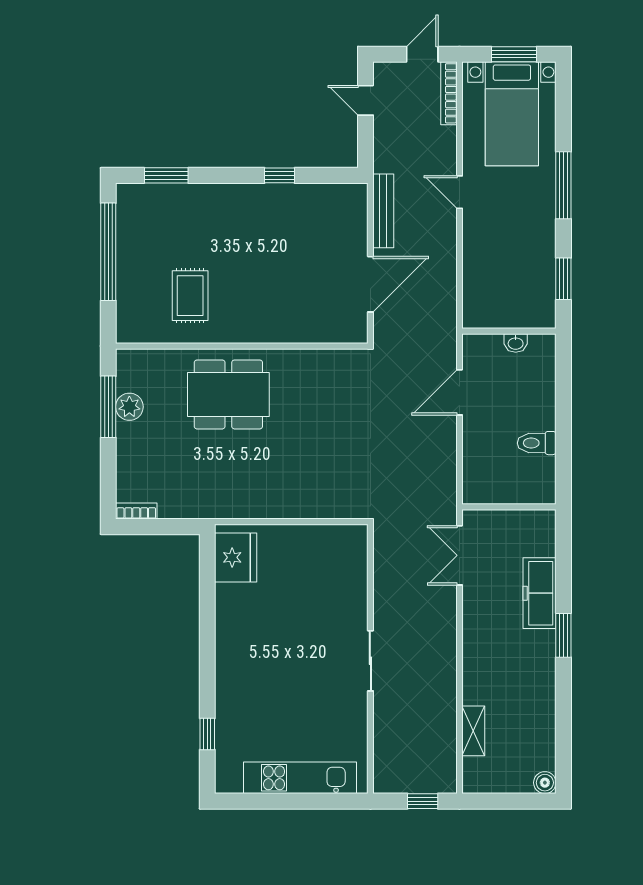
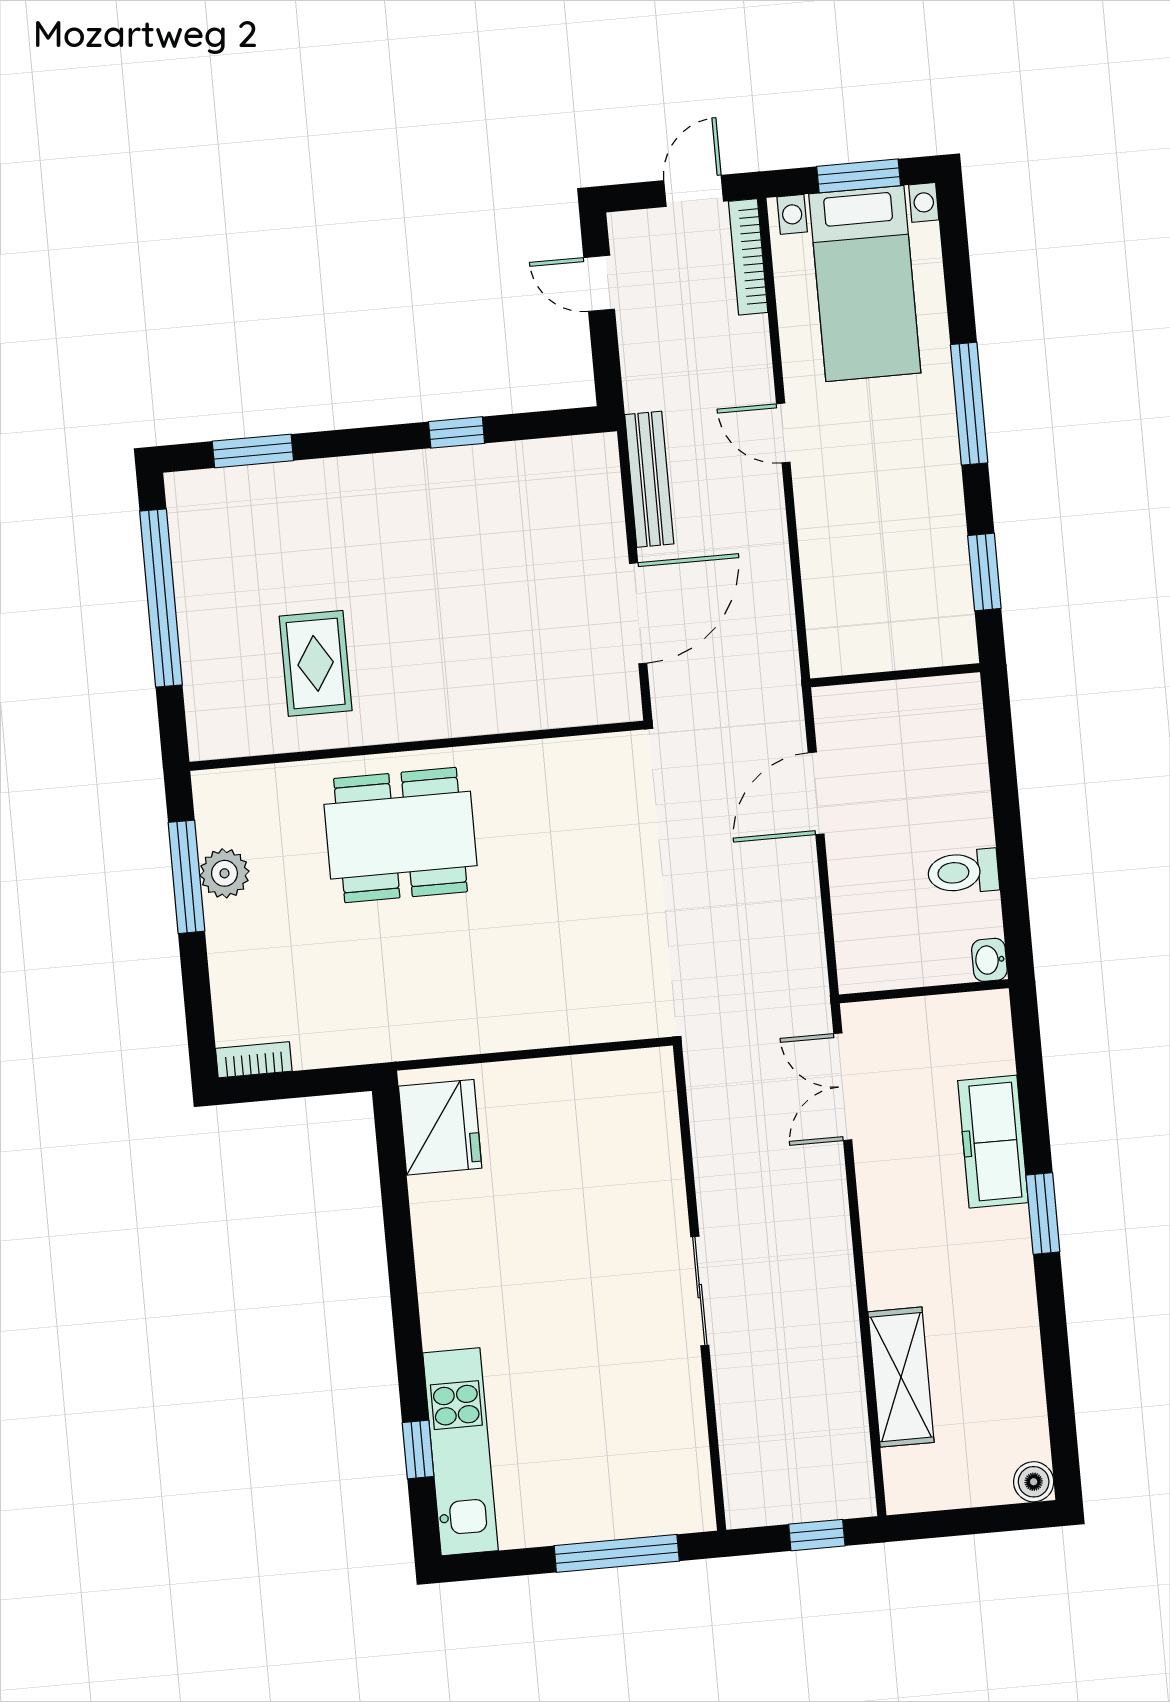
washbasin: (516, 343) -> (989, 960), moved, turned 90
shelving: (473, 731) -> (901, 1377), width x1.50, depth x1.33
kitchen unit: (300, 778) -> (461, 1452), moved, turned 90
window: (311, 801) -> (617, 1553), added

